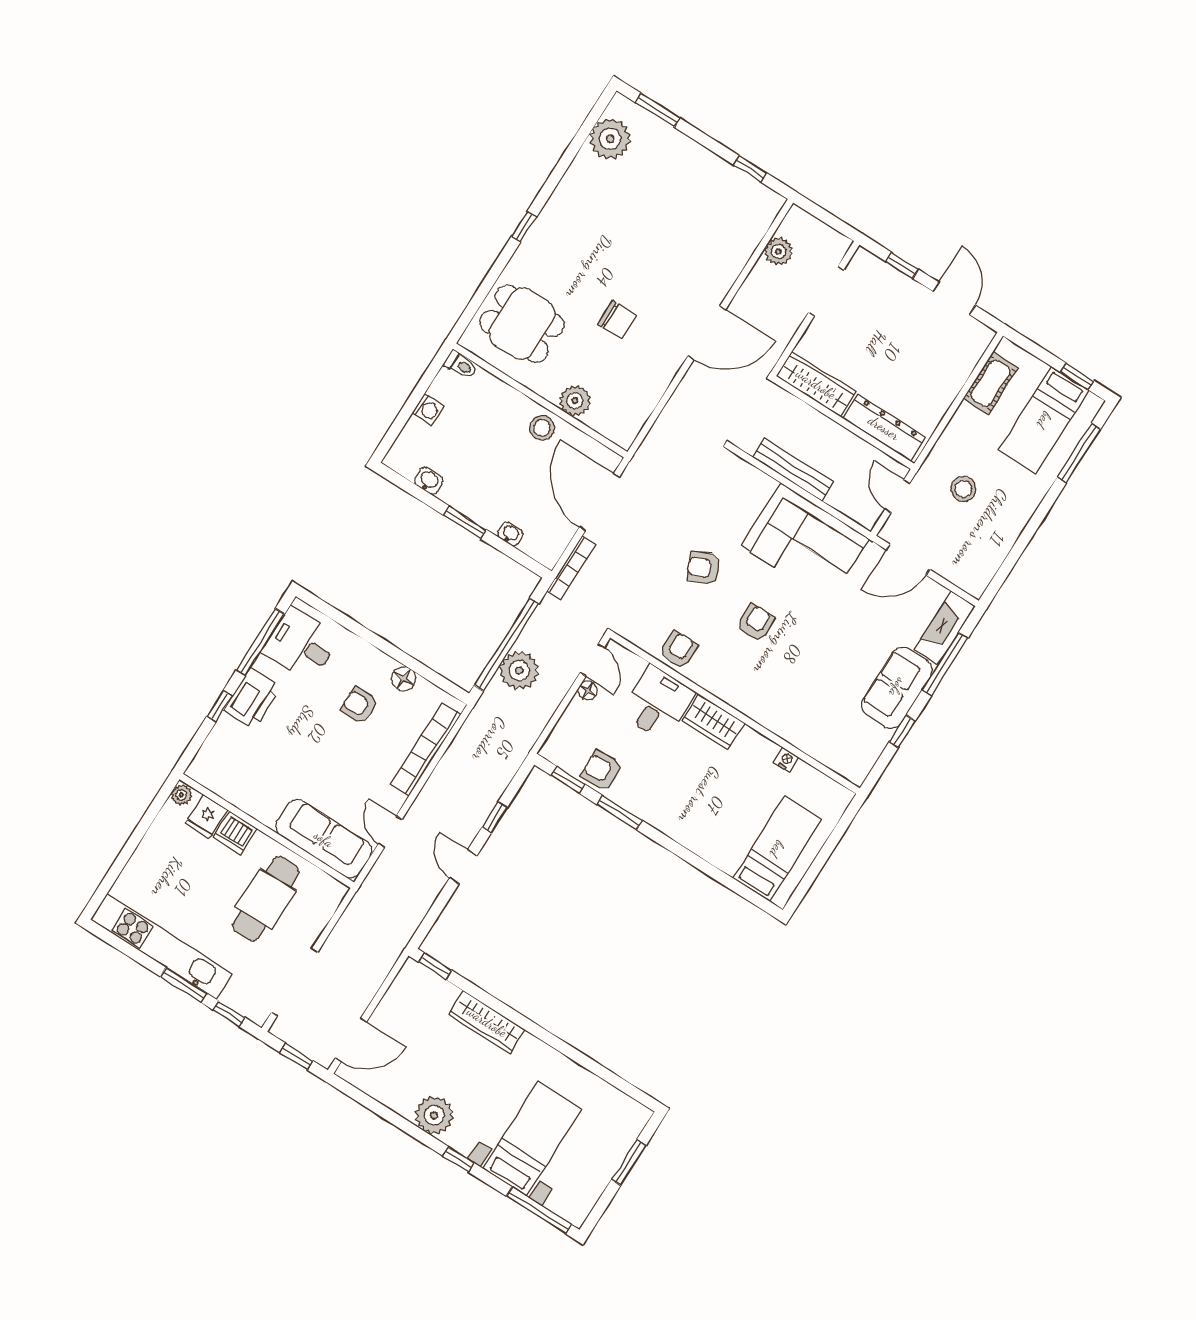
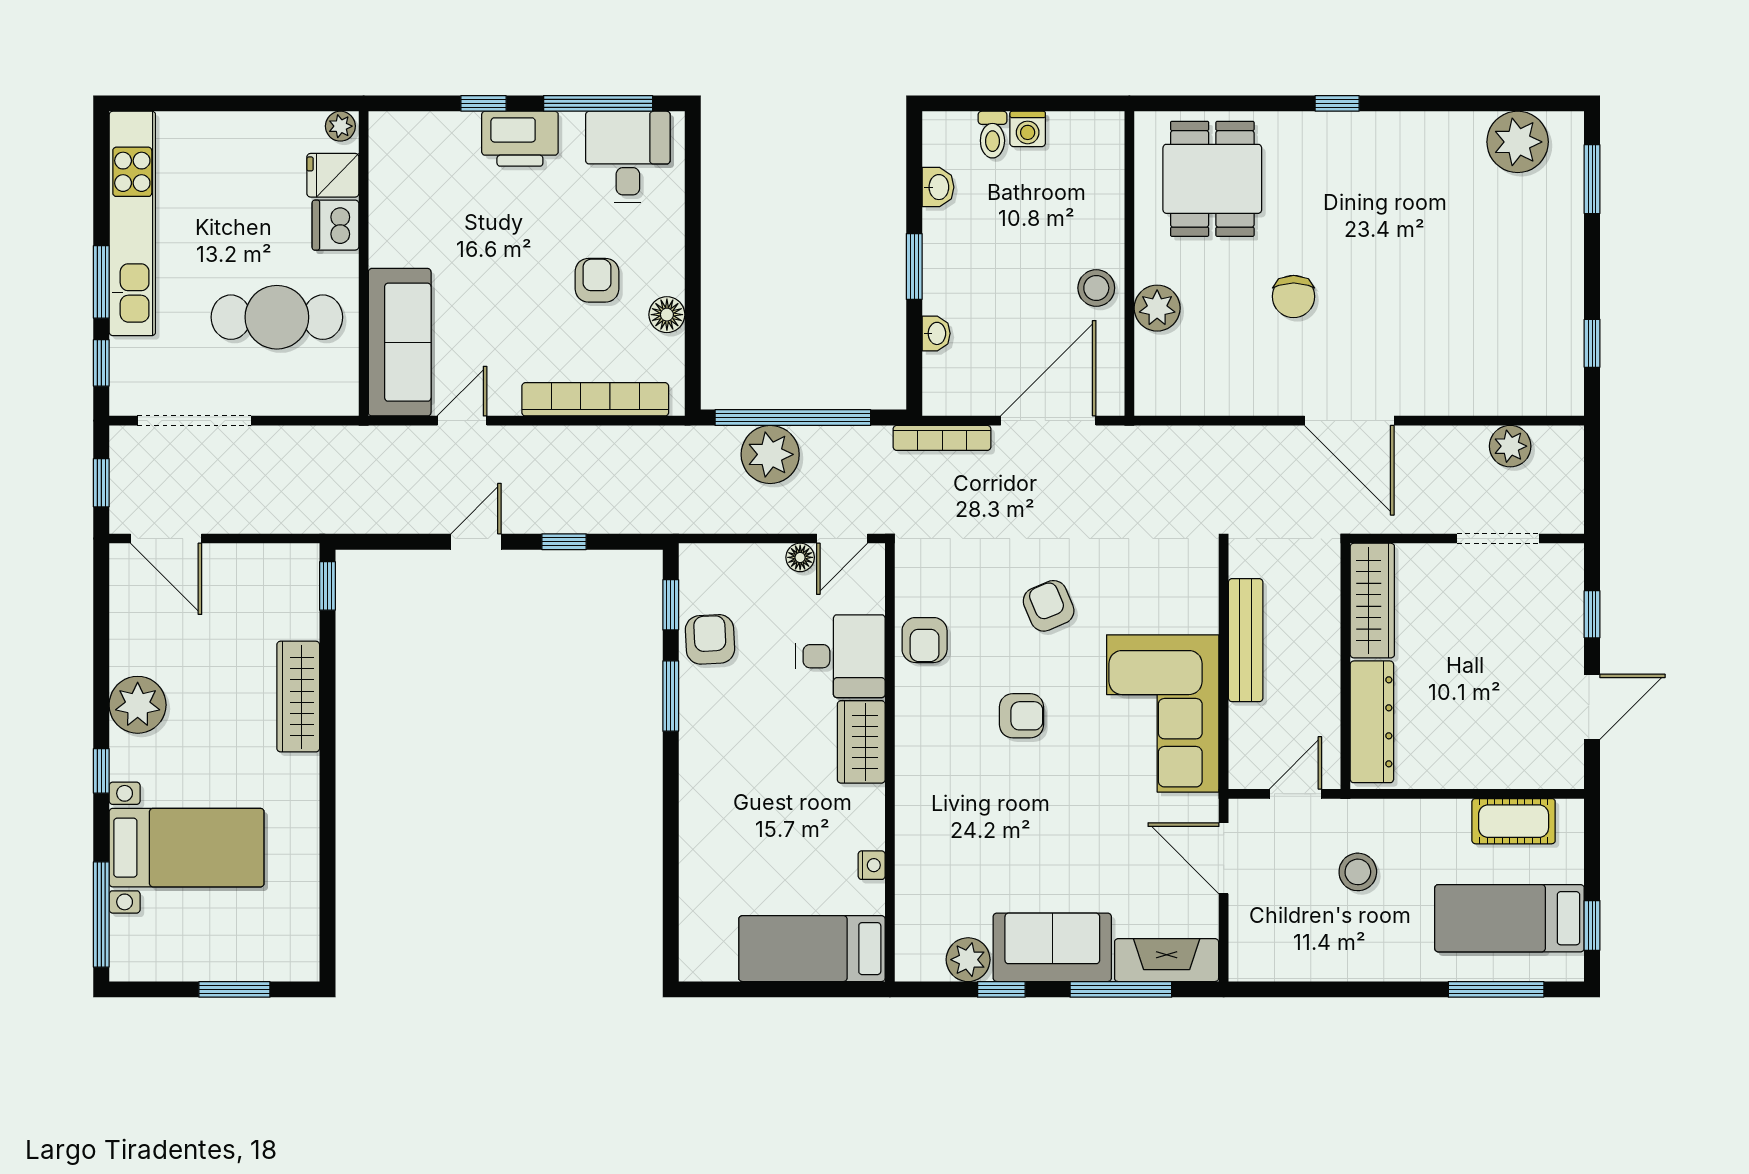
toilet: (461, 365) -> (992, 135), moved
armchair: (679, 650) -> (925, 640), turned 90
plant: (874, 739) -> (968, 960), added
bed: (777, 849) -> (812, 949), moved, turned 180

